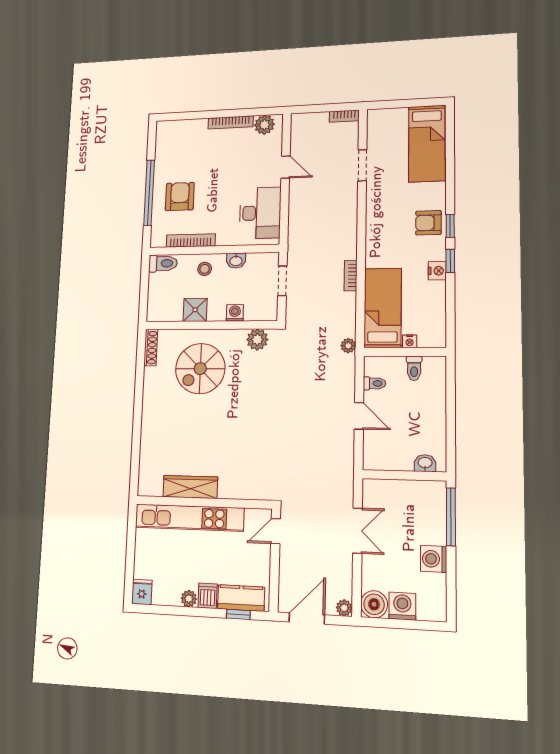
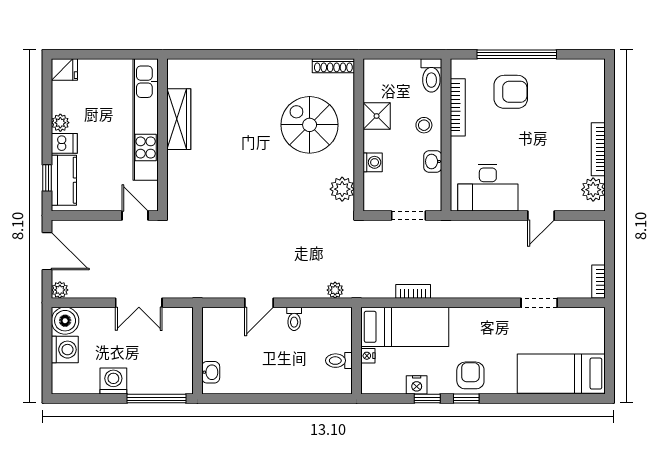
bed: (383, 308) -> (405, 327), moved
nightstand: (410, 341) -> (368, 356), moved
wall: (405, 352) -> (357, 351), moved
toilet: (414, 368) -> (339, 361), moved

